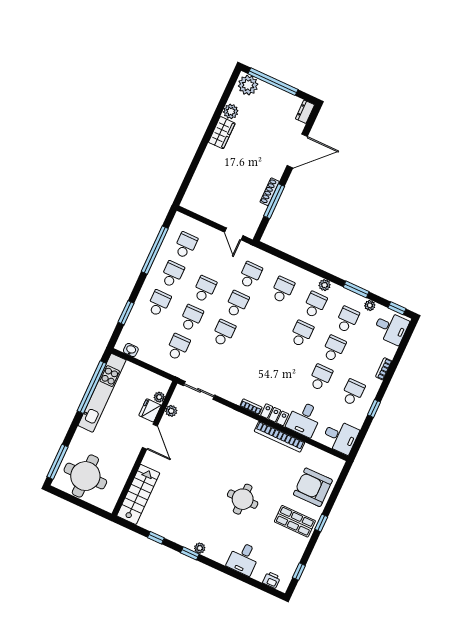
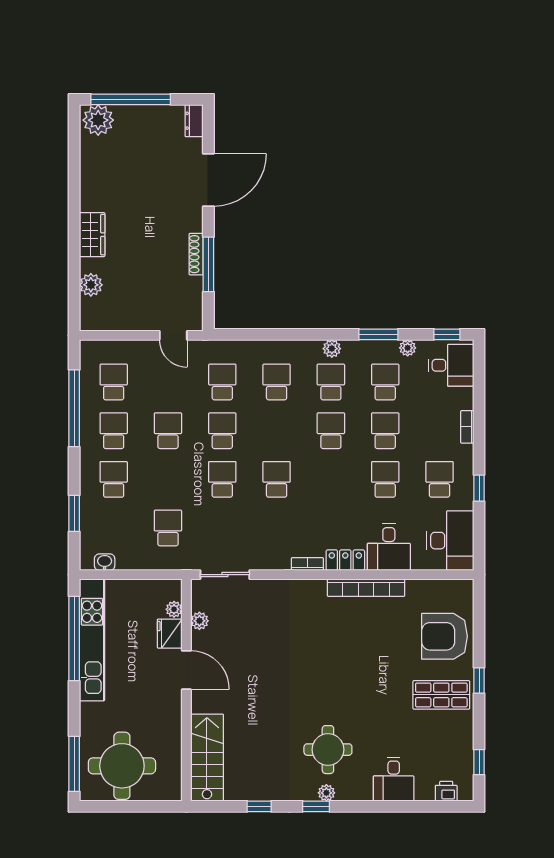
plant: (231, 111) -> (91, 285), moved
wardrobe: (222, 133) -> (92, 235), moved
school desk: (191, 318) -> (277, 479), moved
desk: (340, 437) -> (450, 541), width x1.37
round table: (243, 499) -> (328, 750), moved

